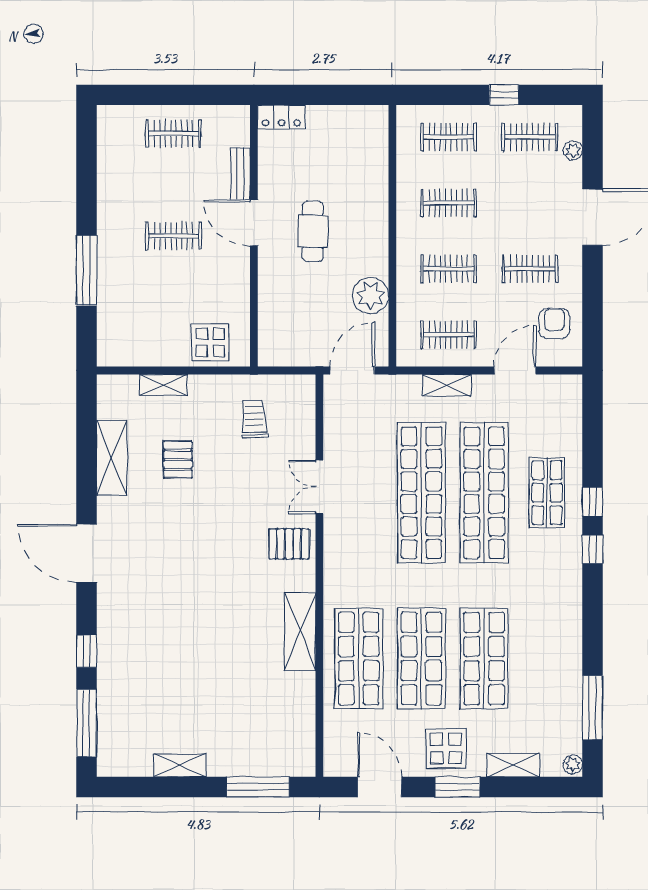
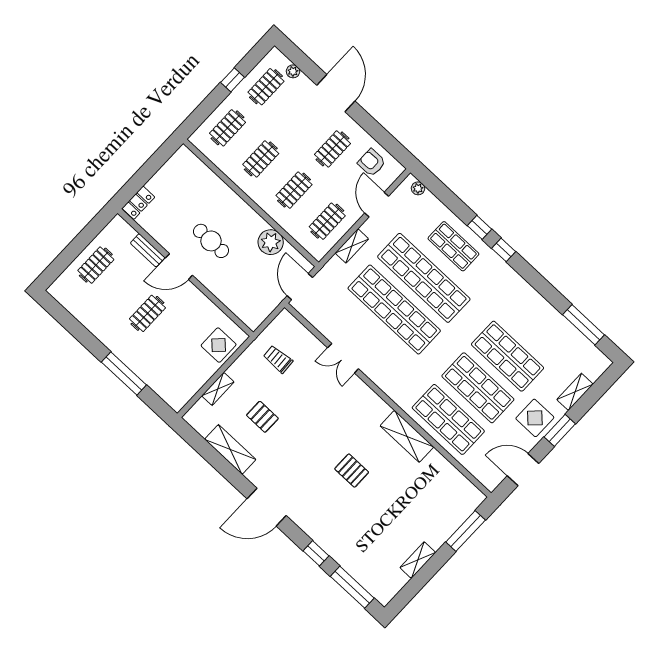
pallet: (289, 544) -> (352, 471), moved, turned 90
plant: (573, 764) -> (418, 188), moved

